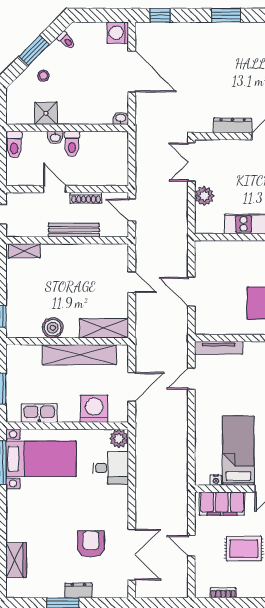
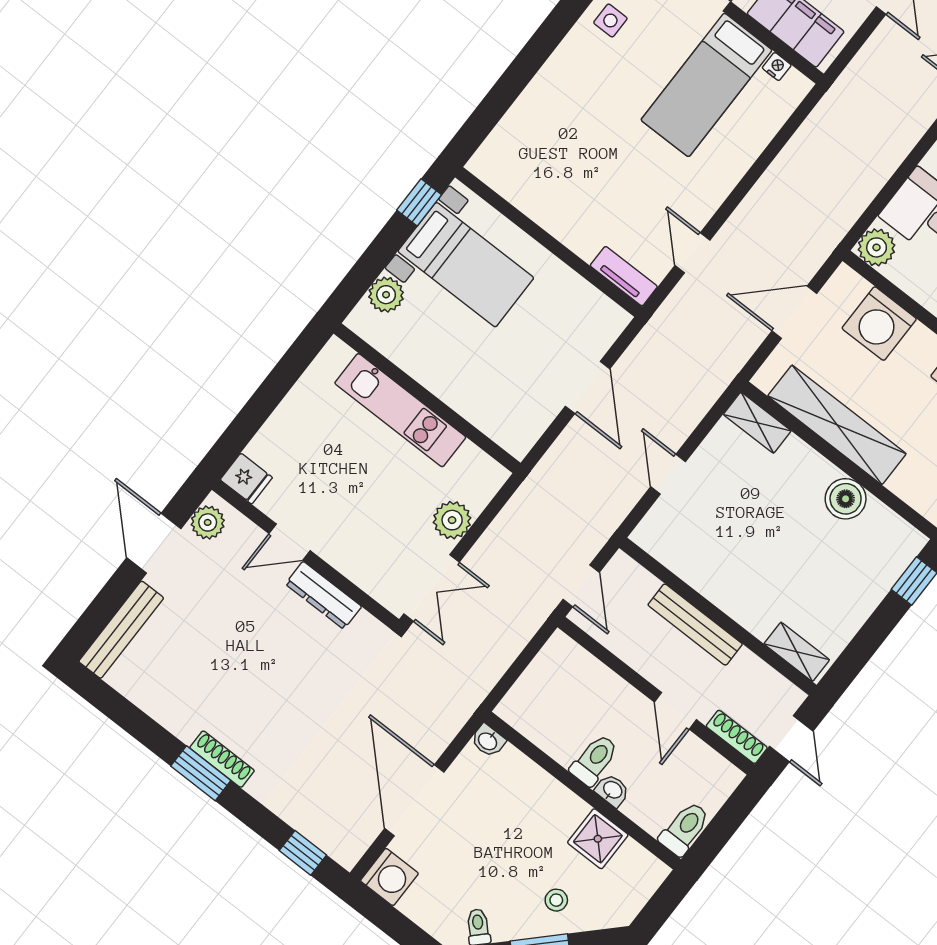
shoe rack: (222, 28) -> (222, 759), added
shoe rack: (86, 198) -> (737, 737), moved
shelving: (104, 328) -> (757, 423), width x0.67, depth x0.75
tv unit: (219, 348) -> (624, 276), width x0.71
door: (191, 379) -> (692, 253), swing flipped

